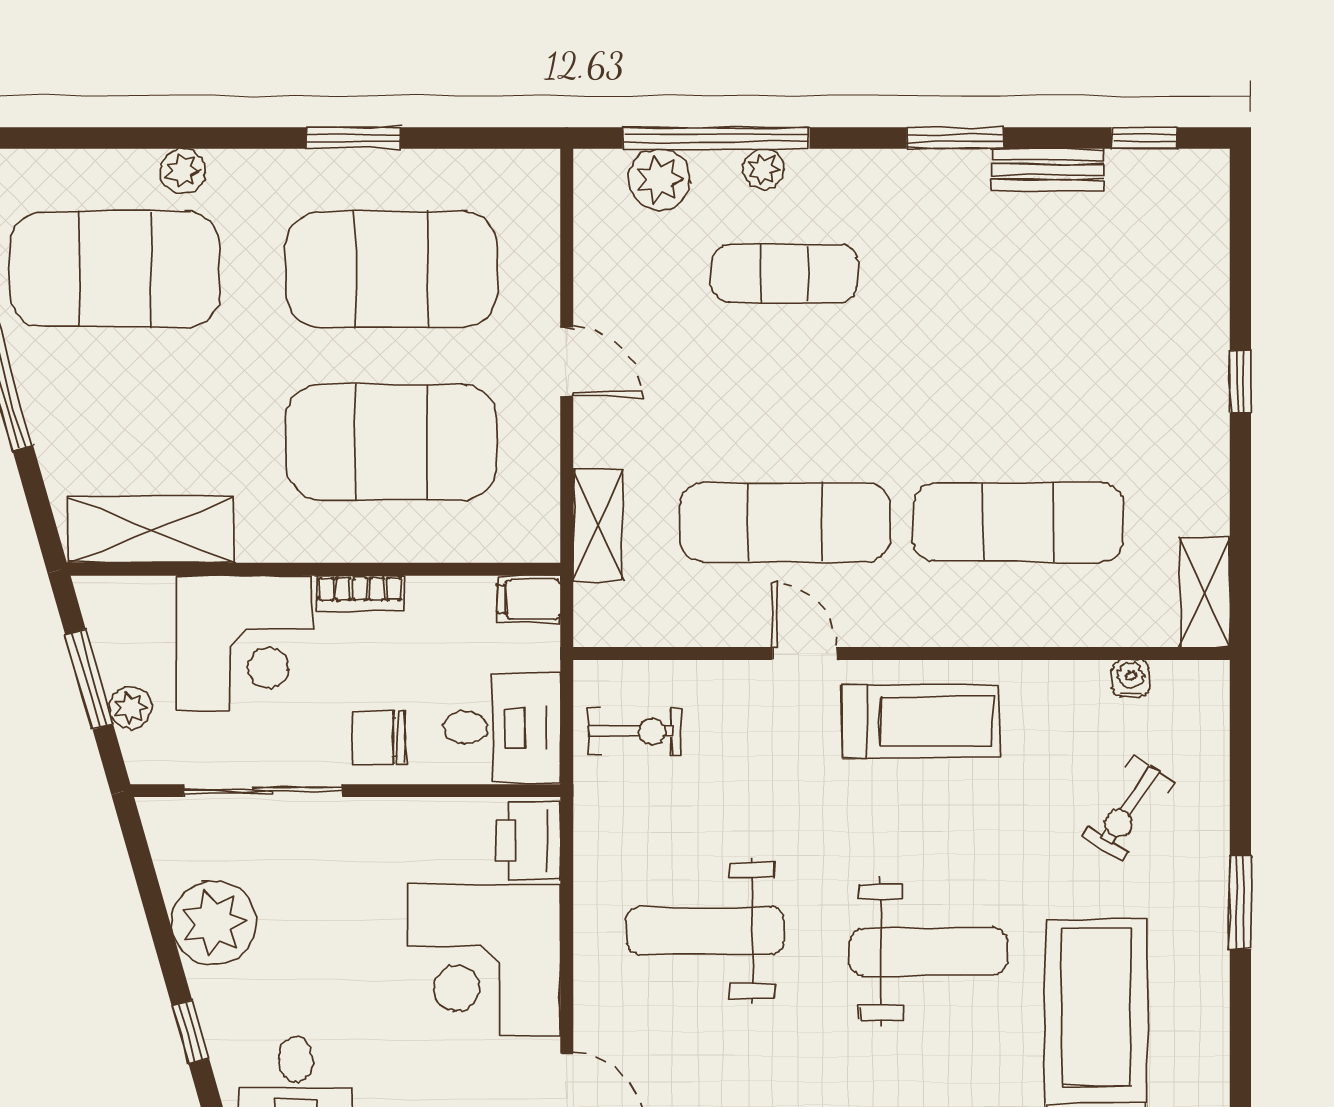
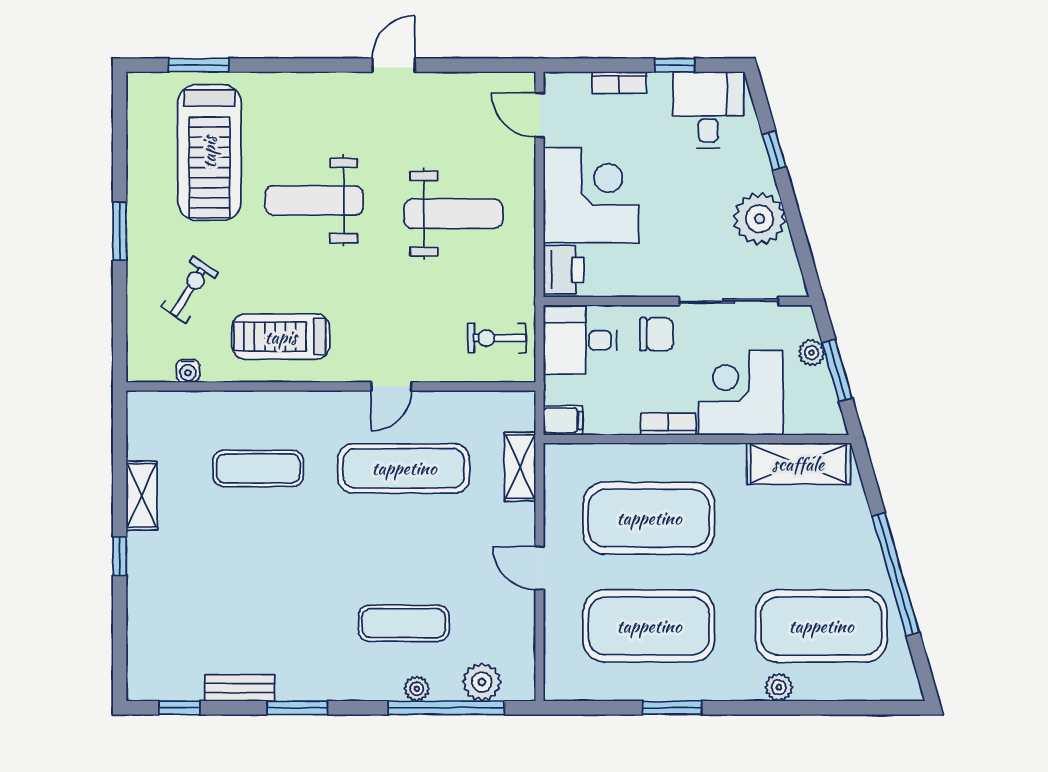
exercise mat: (1018, 522) -> (258, 468), width x0.73, depth x0.69
shelving: (1205, 592) -> (142, 495), moved
door: (804, 654) -> (391, 386), hinge flipped
treadmill: (920, 722) -> (281, 337), moved

